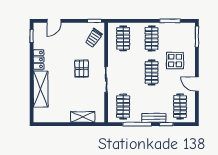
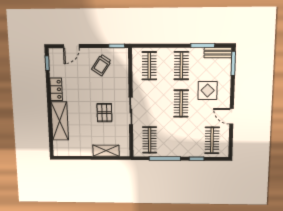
trolley: (94, 38) -> (101, 65), moved
pallet: (82, 69) -> (104, 113), moved
bench: (154, 118) -> (218, 53), moved

